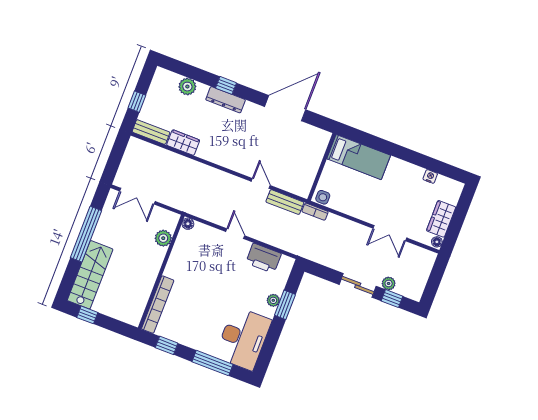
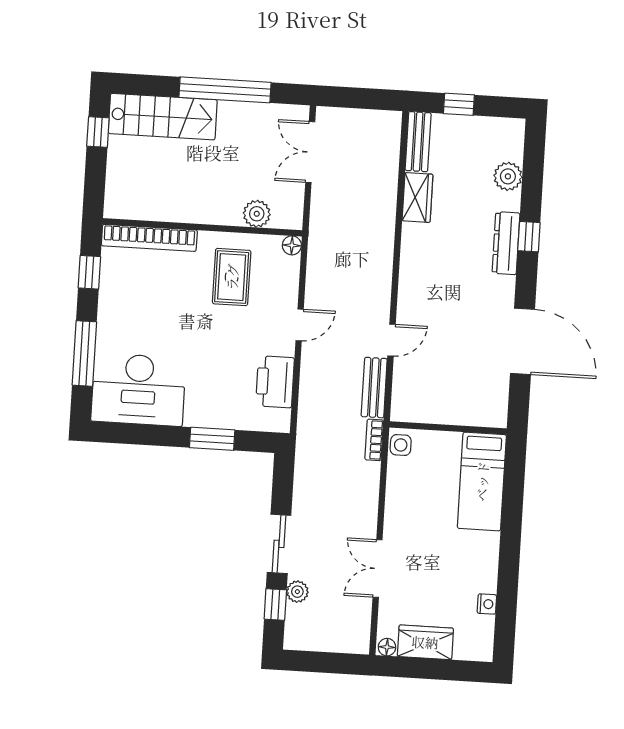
rug: (195, 264) -> (232, 277), added
plant: (273, 300) -> (213, 418), removed

